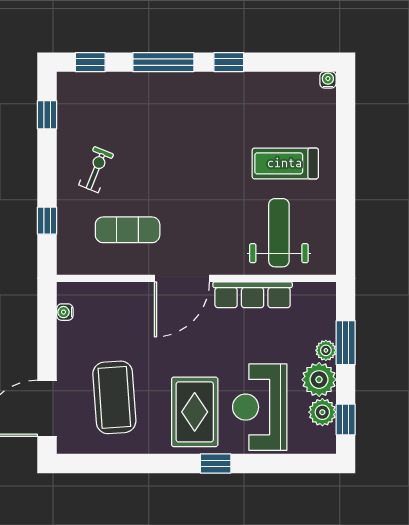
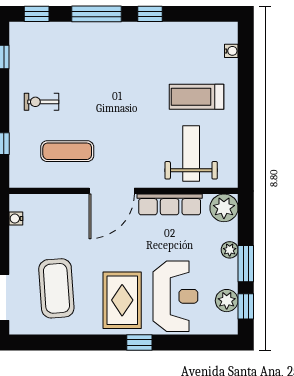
water cooler: (328, 80) -> (231, 51), moved, turned 90
exercise bike: (96, 170) -> (42, 102), turned -112
window: (346, 343) -> (246, 264), moved
plant: (319, 380) -> (224, 208), moved
reception desk: (260, 407) -> (175, 296), turned 180

